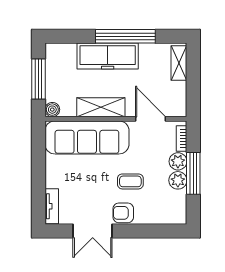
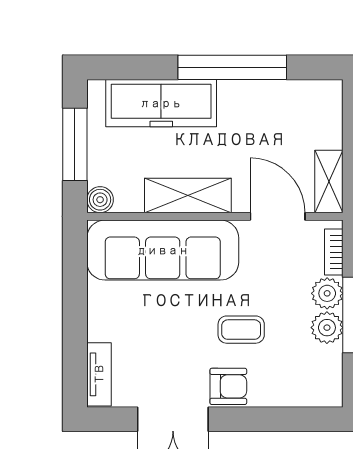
freezer: (108, 56) -> (161, 103), moved
shelving: (179, 63) -> (329, 181), moved
armchair: (123, 213) -> (228, 386), turned 180

